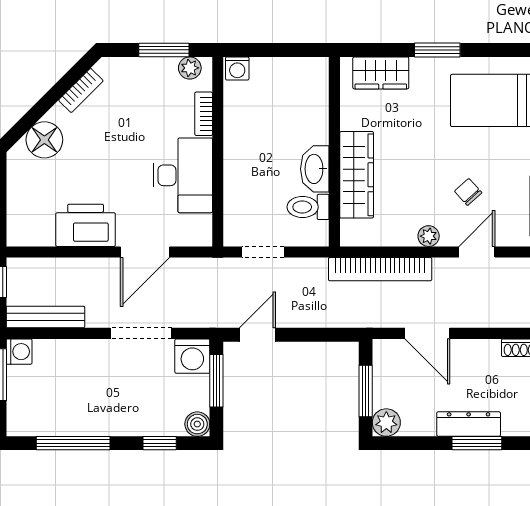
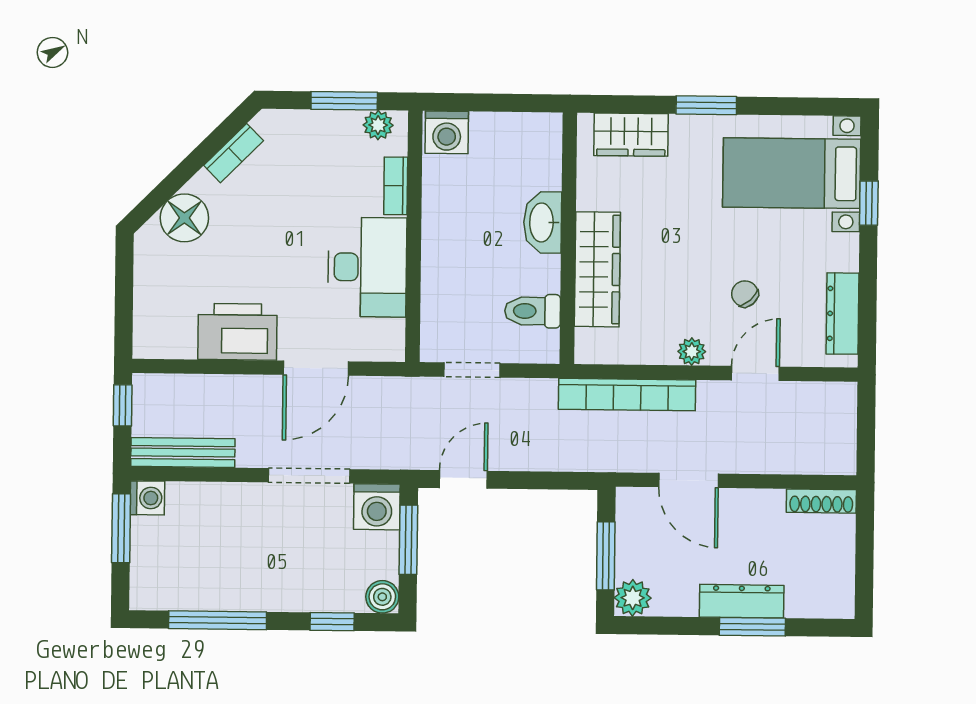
washing machine: (237, 68) -> (447, 132), width x1.38, depth x1.38
washbasin: (315, 169) -> (543, 222), moved

